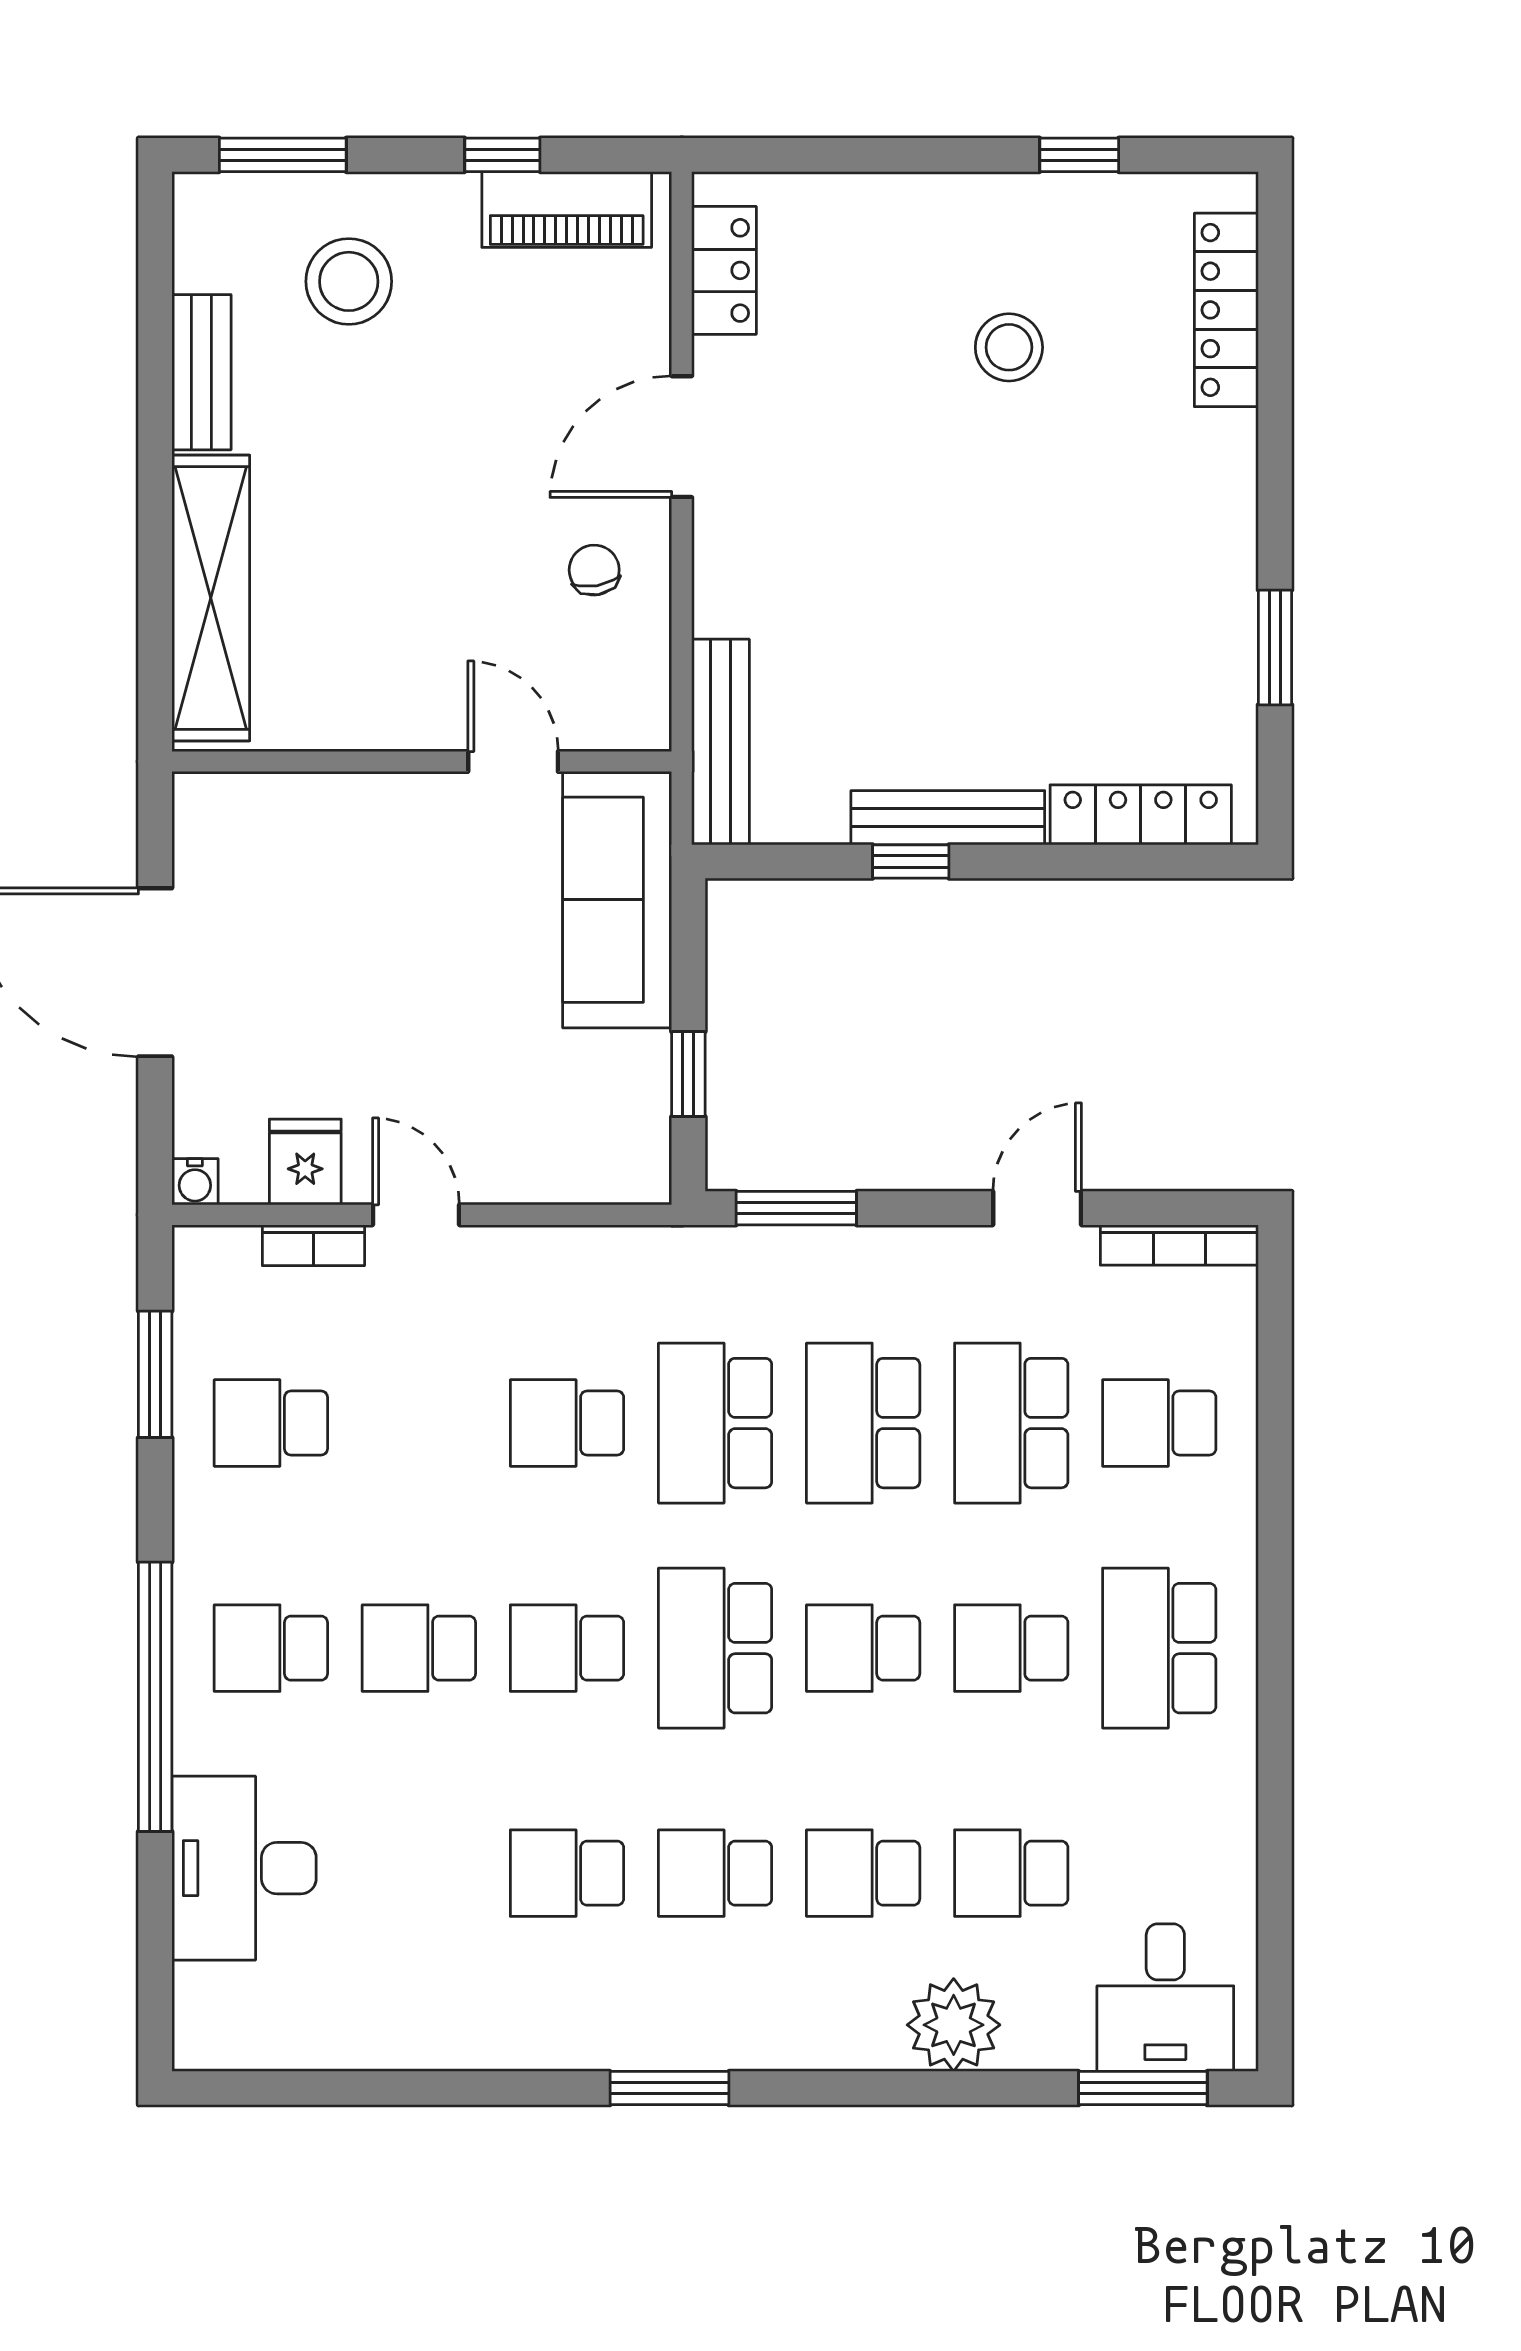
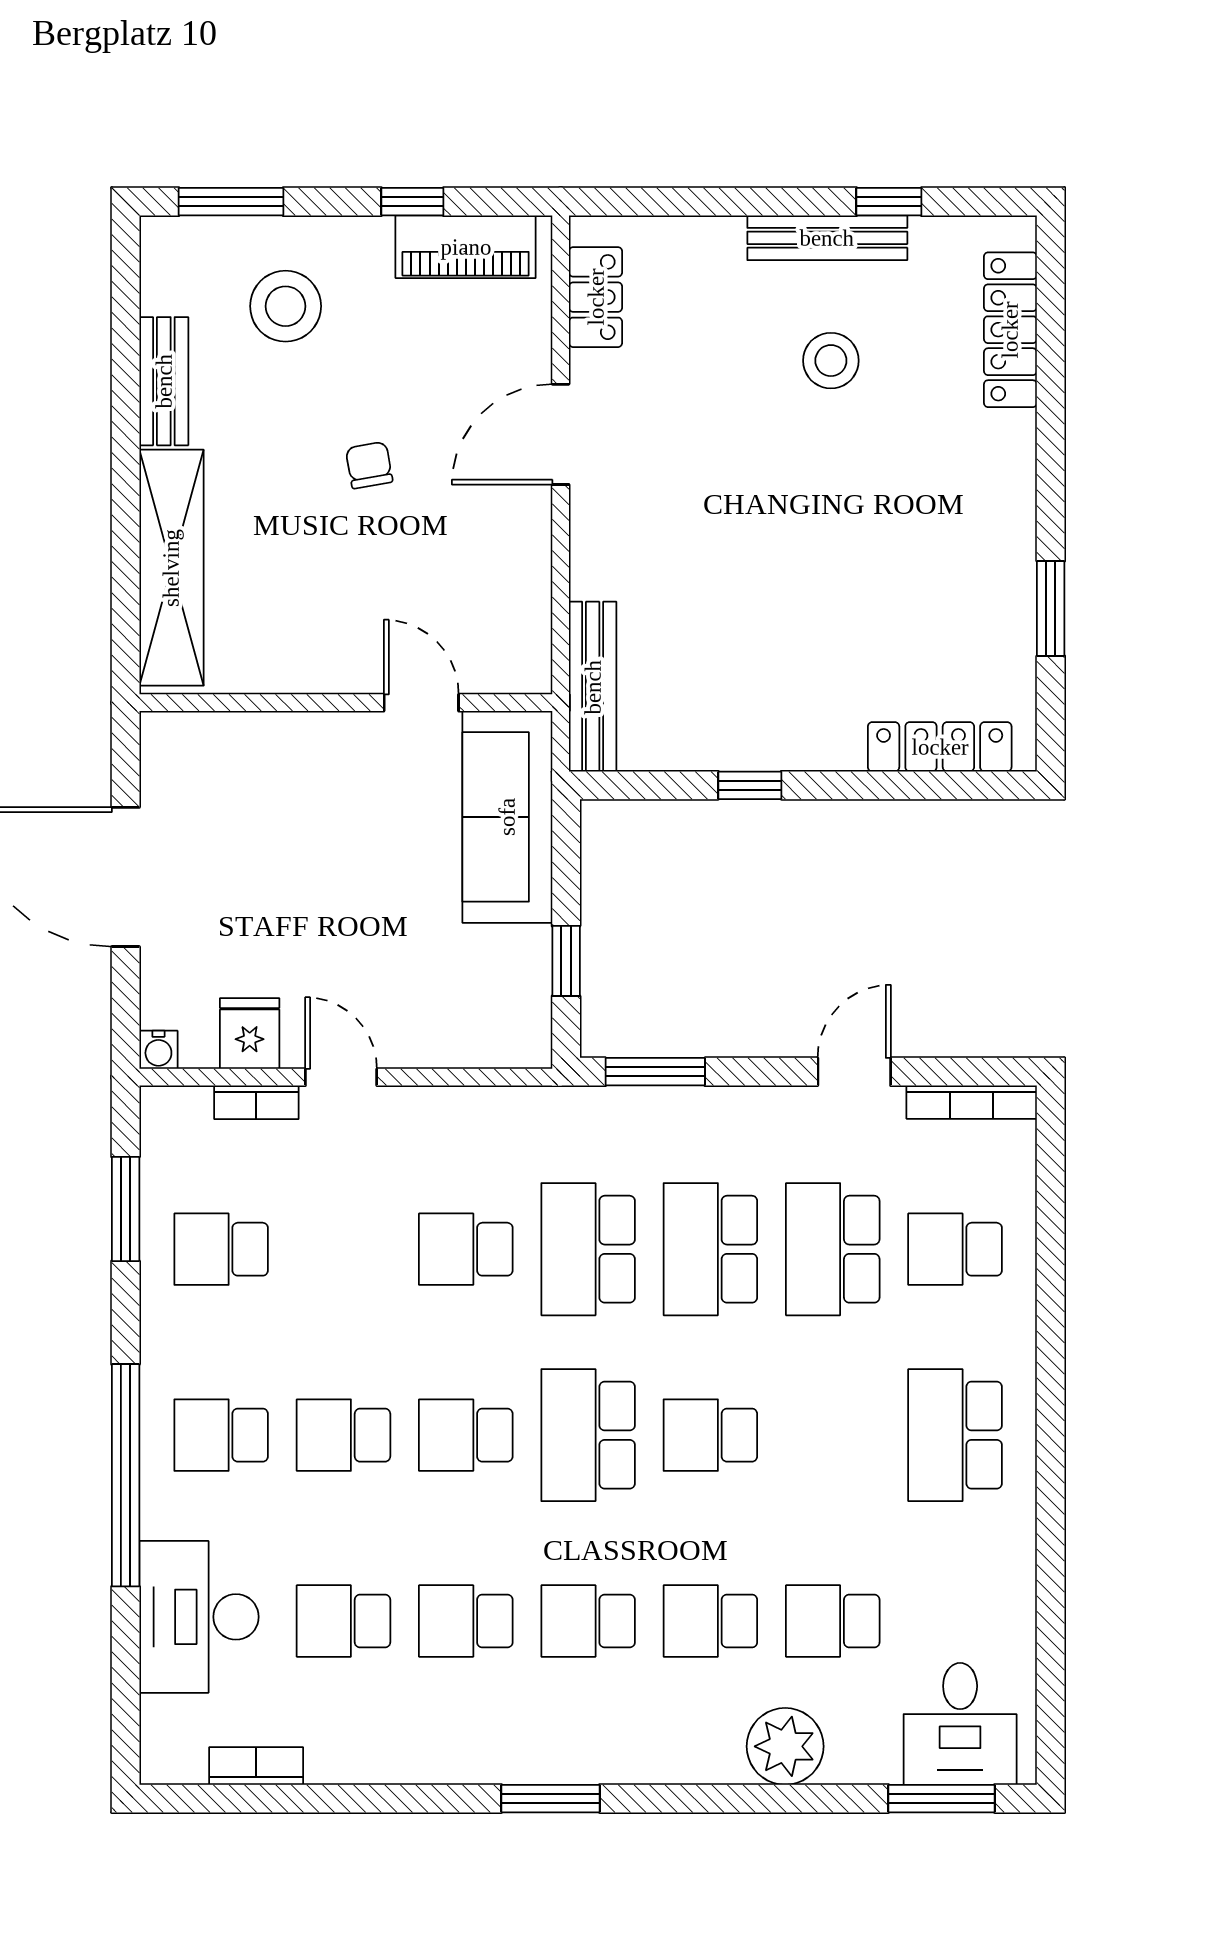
chair: (594, 570) -> (369, 465), moved
bench: (948, 818) -> (827, 238), moved
school desk: (1011, 1648) -> (343, 1621), moved
bookcase: (313, 2049) -> (256, 1766), added

